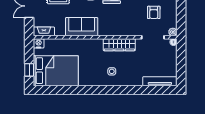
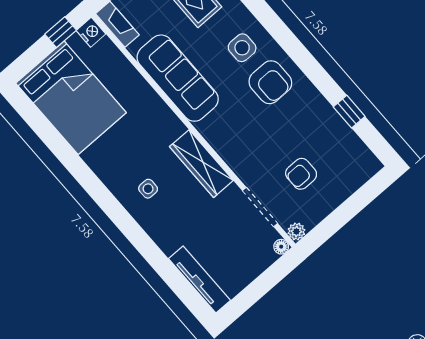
sofa: (82, 27) -> (178, 78), width x1.36
window: (29, 70) -> (61, 32), moved

